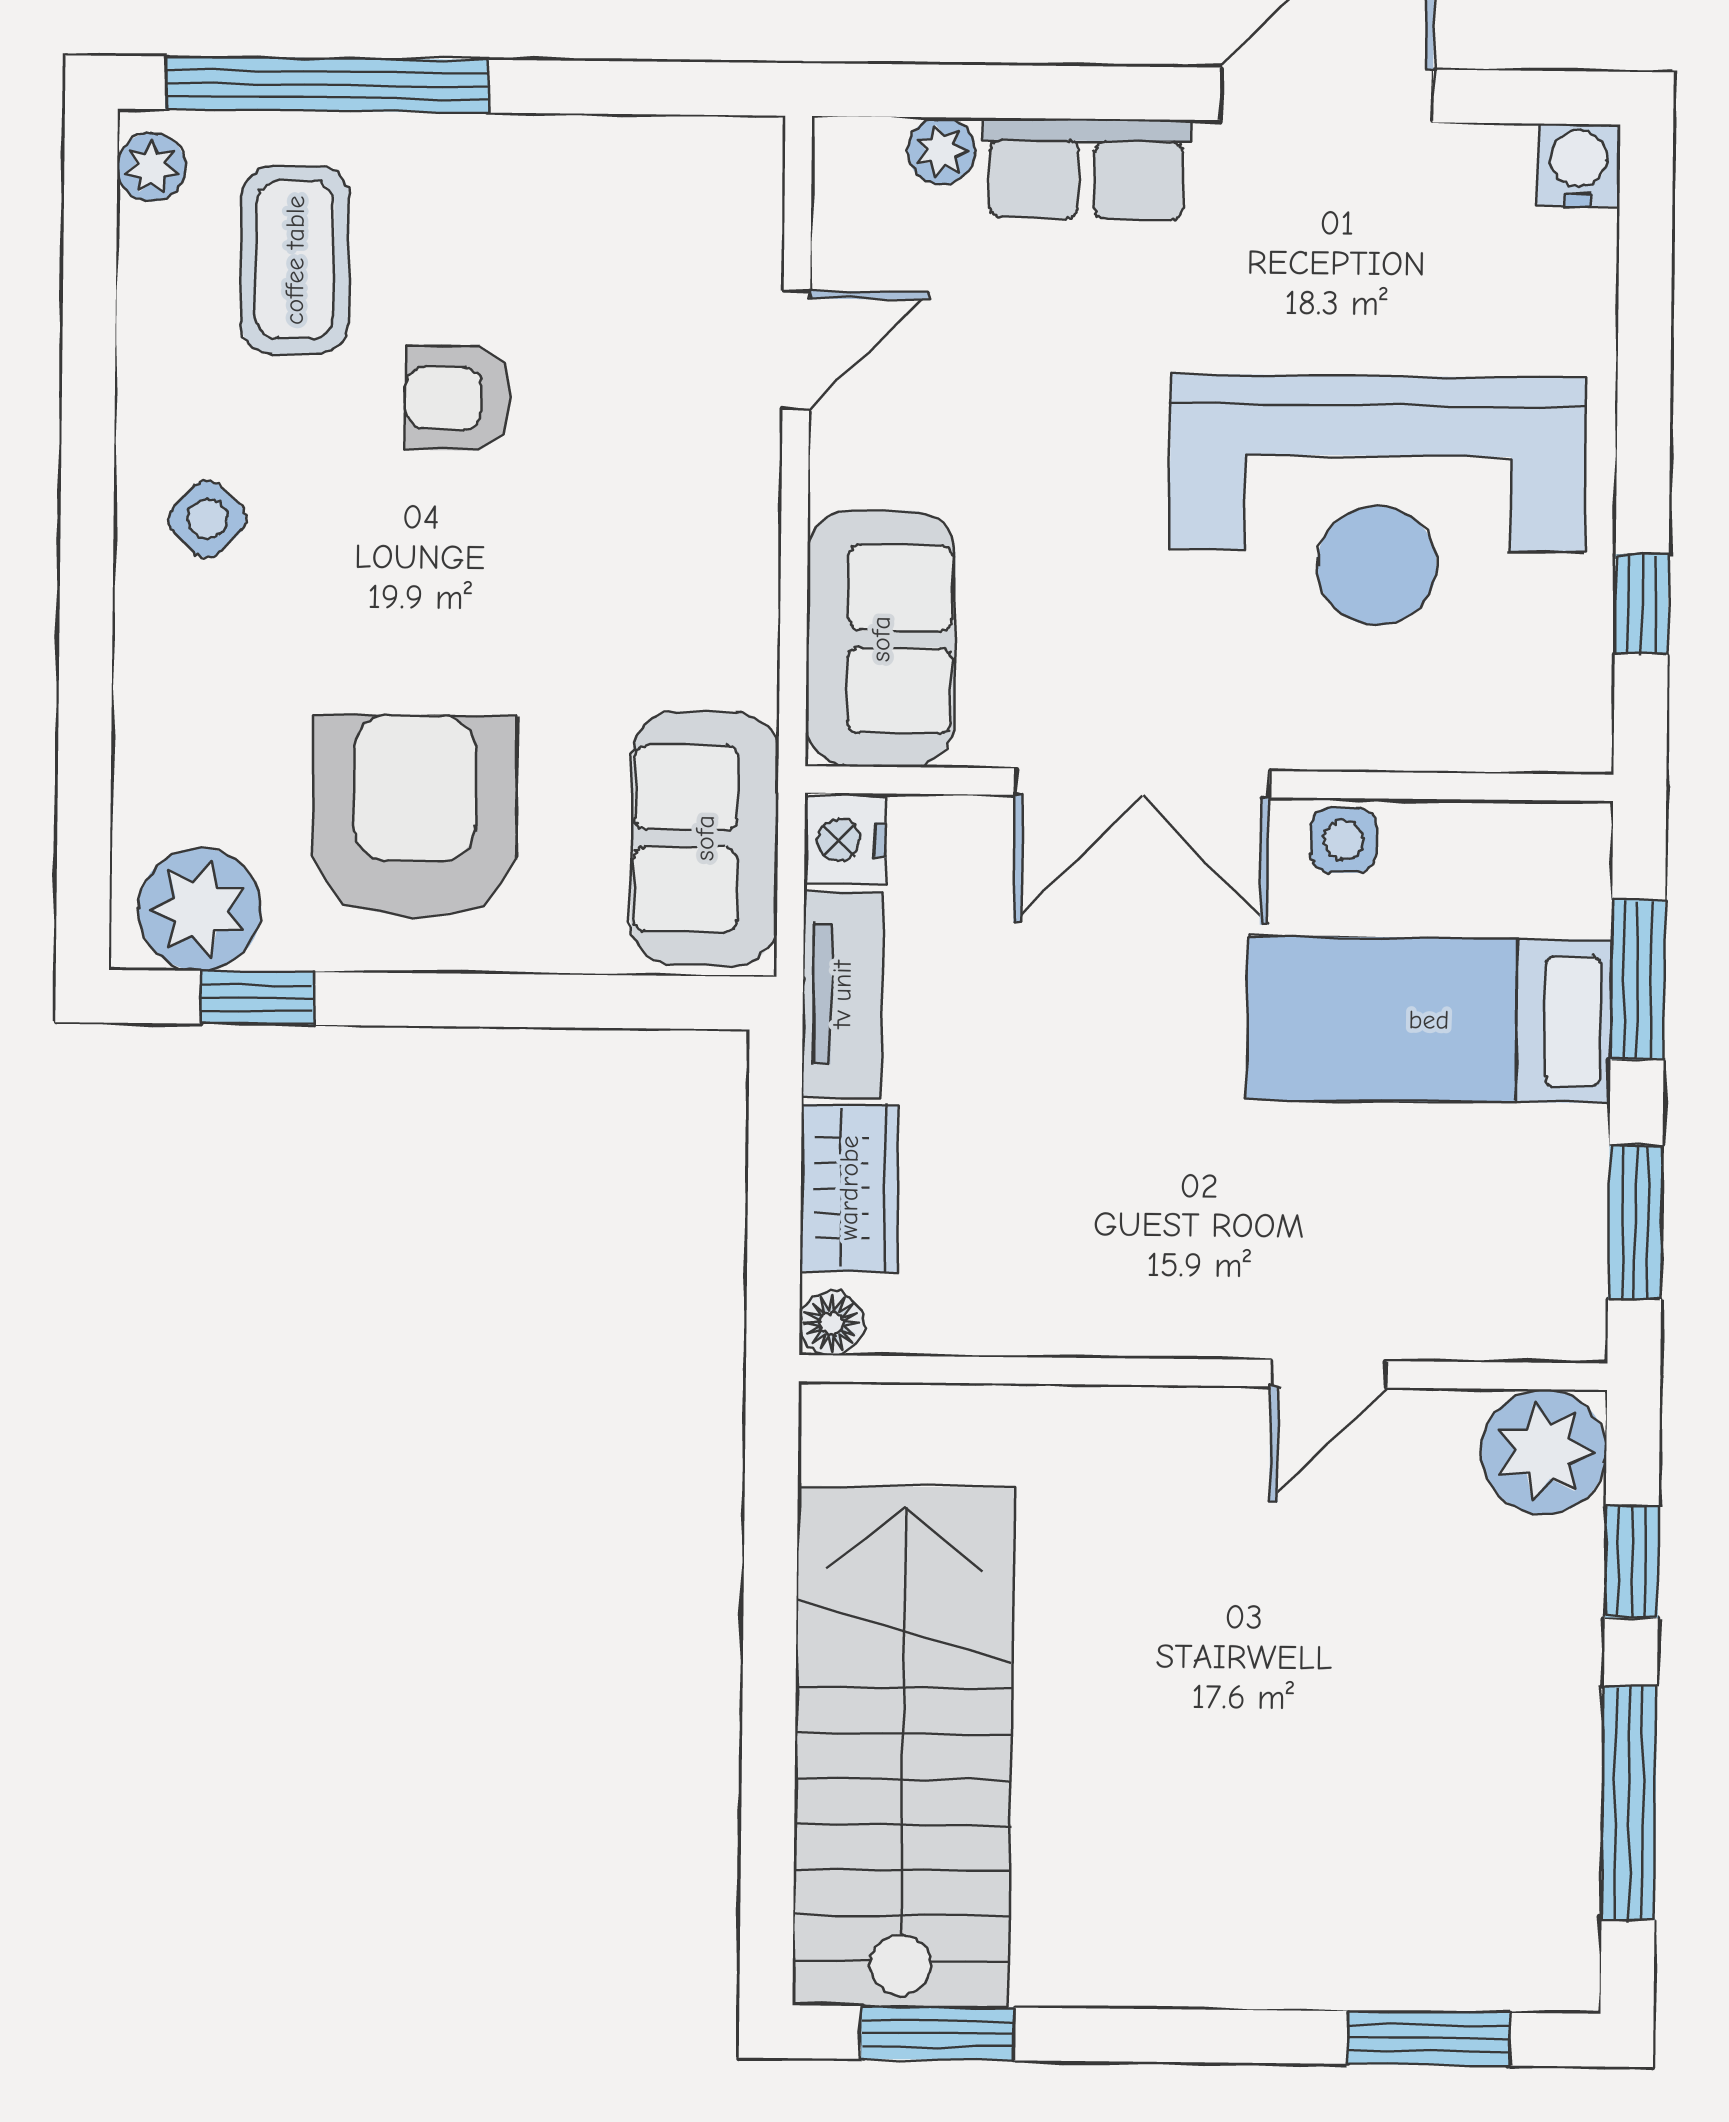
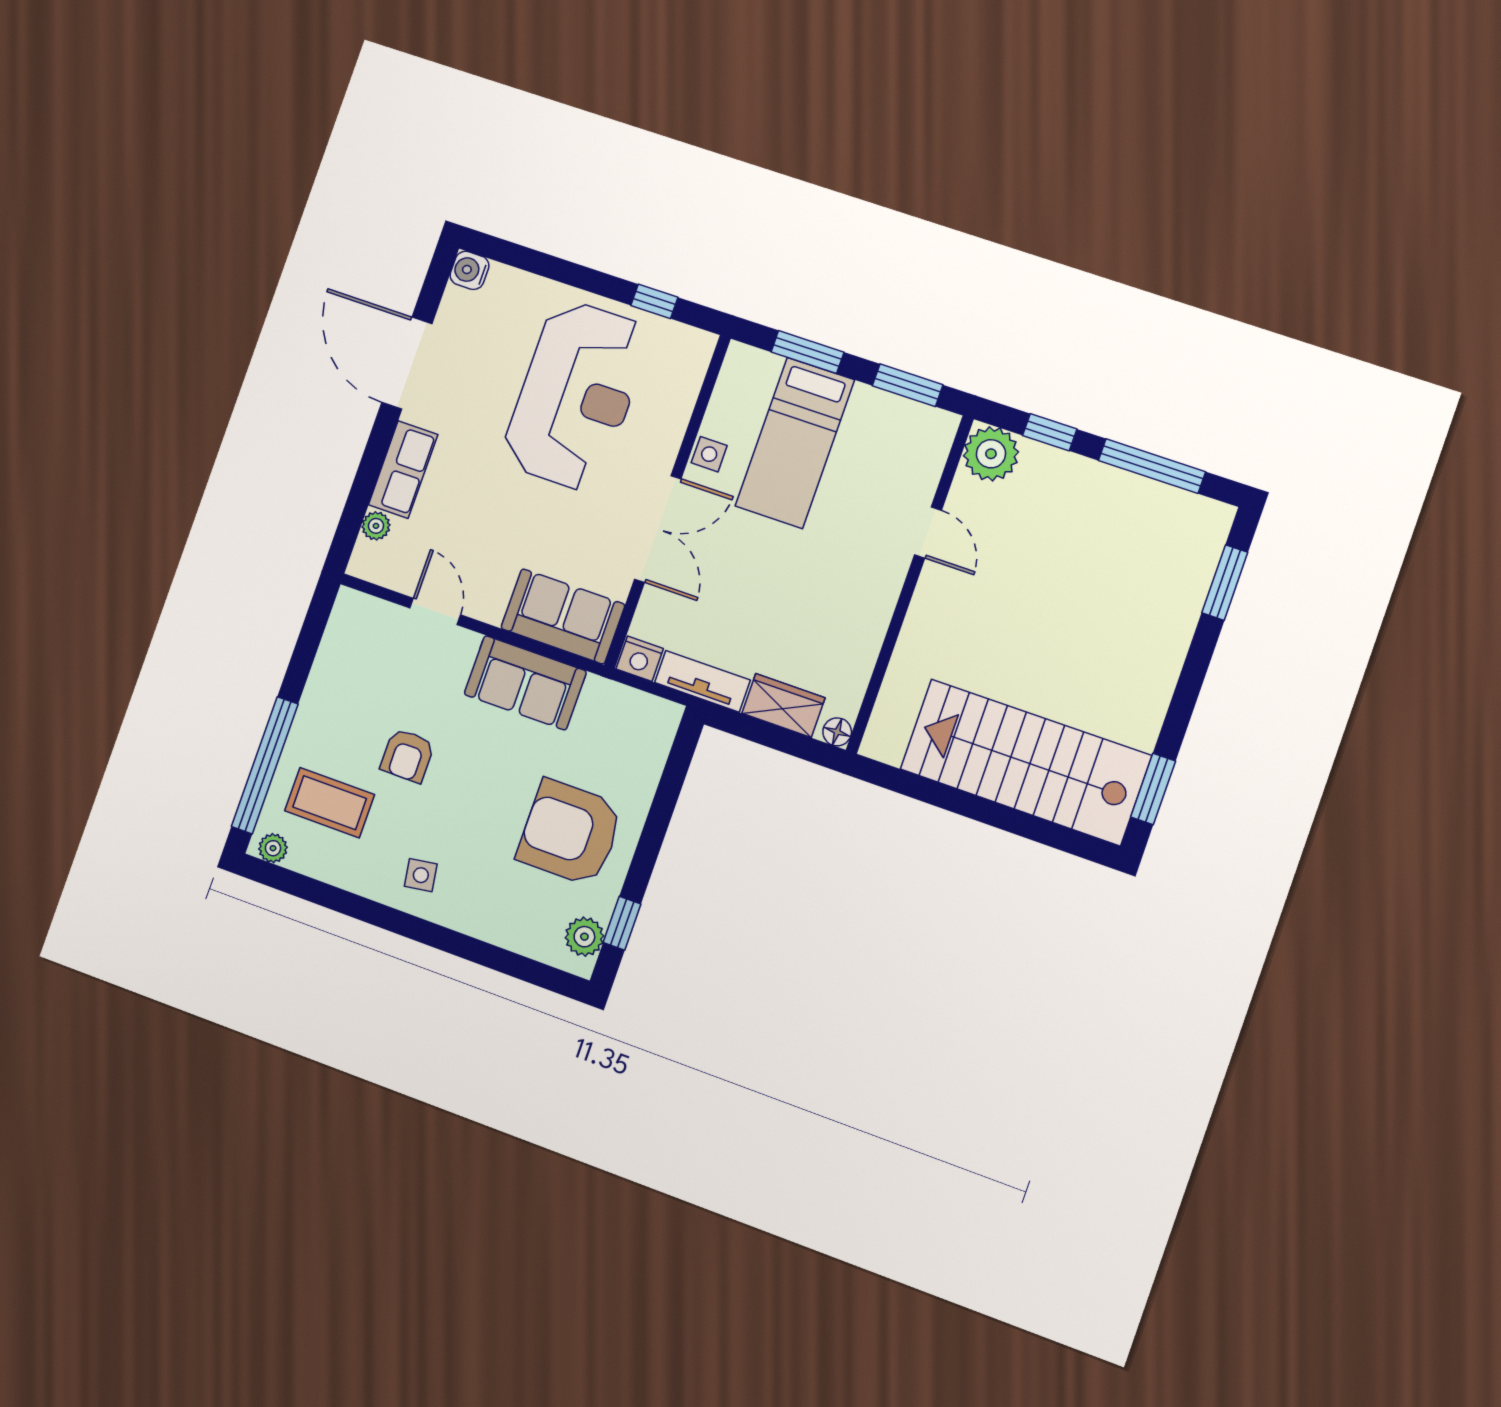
side table: (207, 519) -> (421, 875), turned 37
sofa: (705, 838) -> (525, 683), moved
plant: (200, 909) -> (584, 937), width x0.73, depth x0.73

